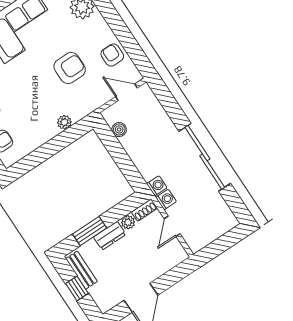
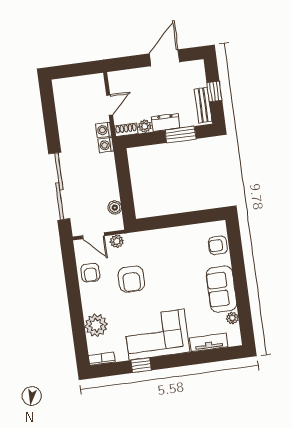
armchair: (70, 68) -> (131, 279), turned -90
plant: (64, 122) -> (117, 241), moved
sliding door: (205, 157) -> (59, 186), moved

